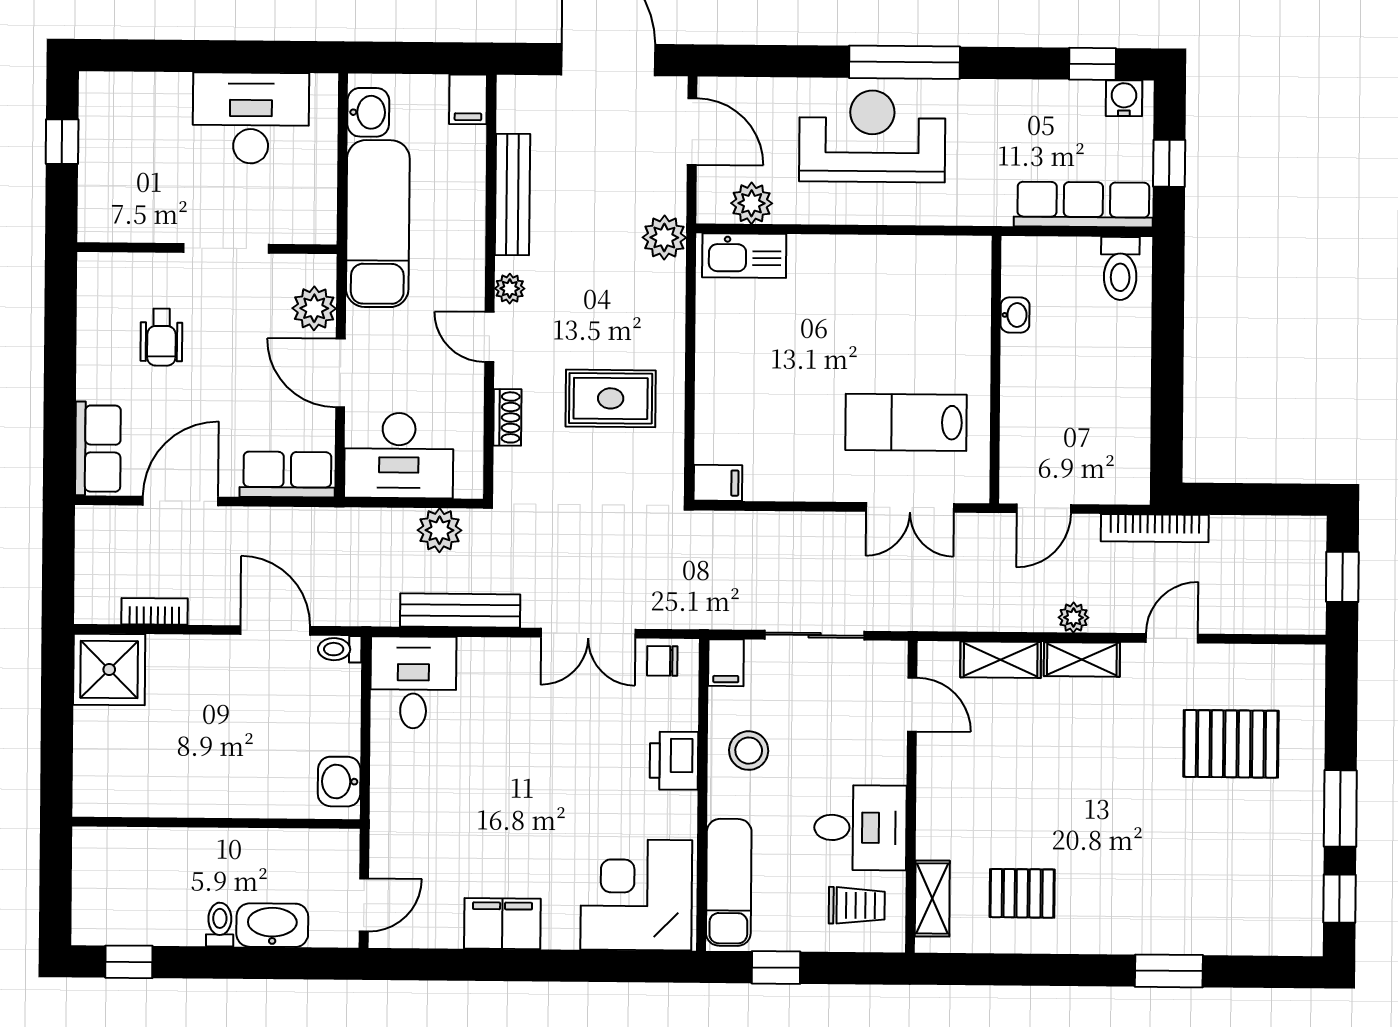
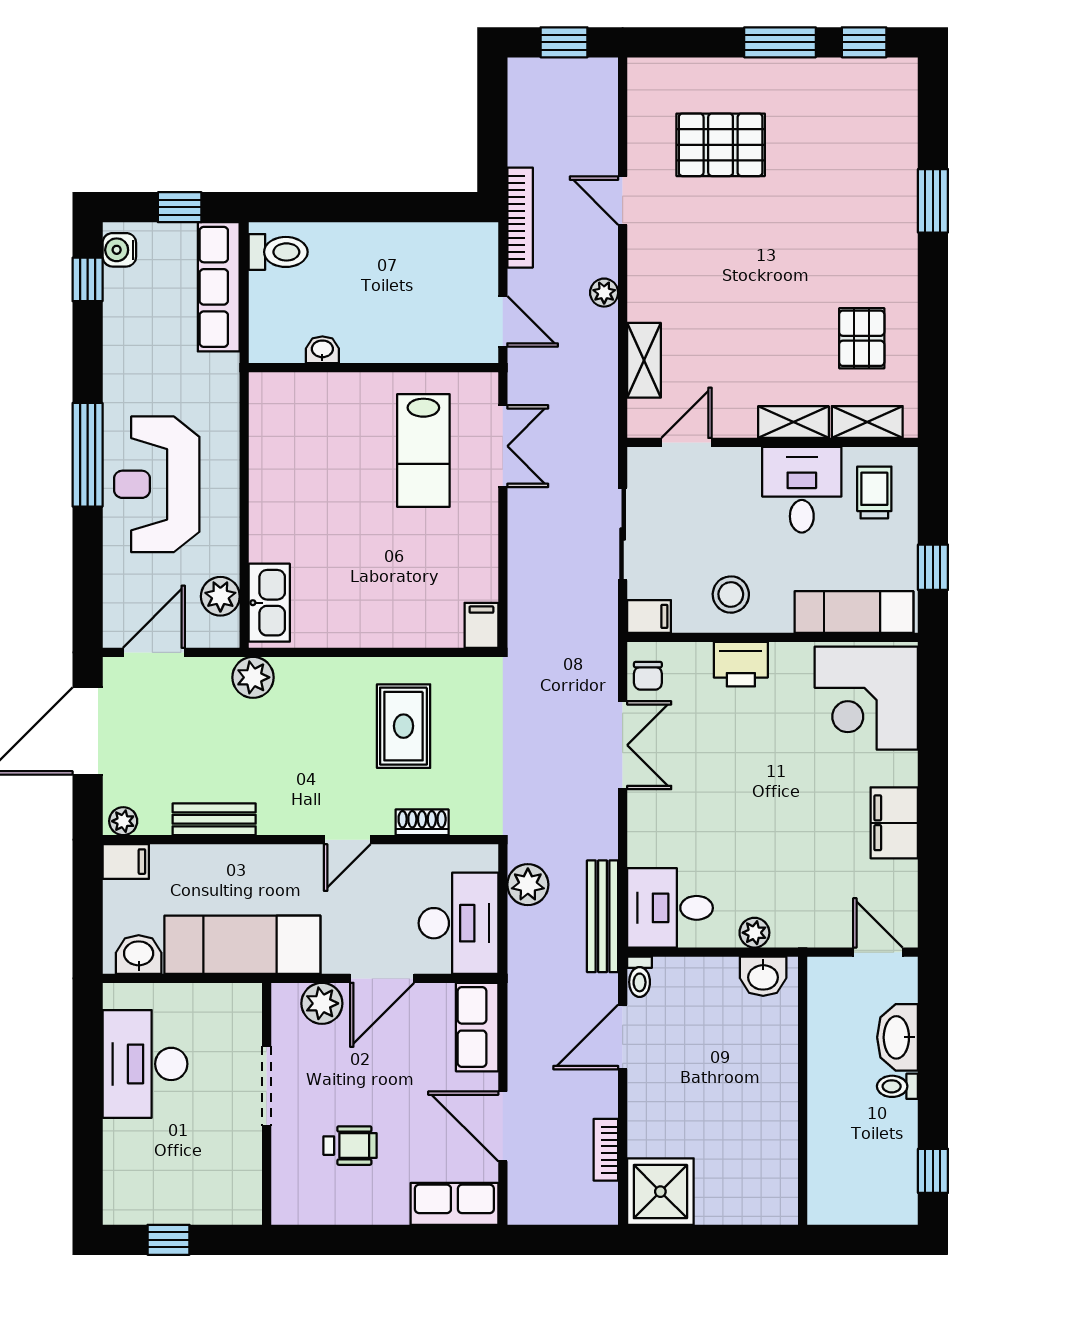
bench: (513, 195) -> (214, 819), width x0.73
plant: (510, 289) -> (123, 821), moved
bench: (460, 611) -> (603, 916), moved
shelving: (1082, 659) -> (793, 422), moved, turned 90
pallet: (1231, 744) -> (721, 145), turned 90
plant: (386, 773) -> (754, 933), added

